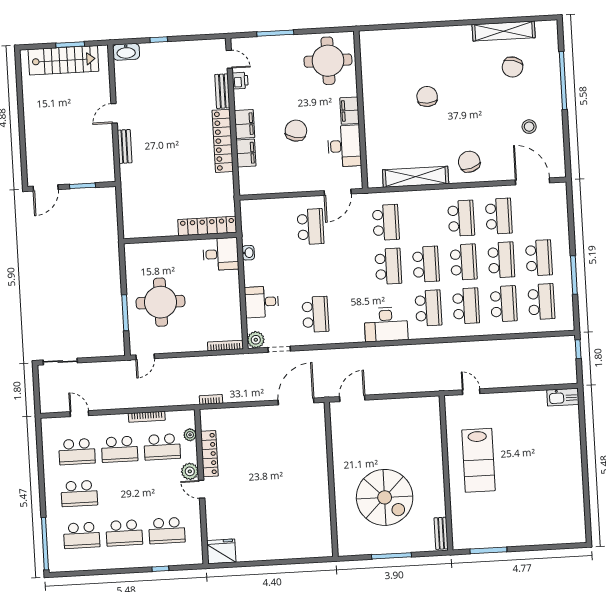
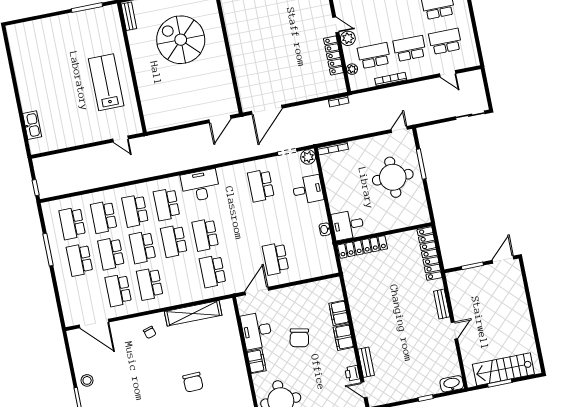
stool: (529, 127) -> (87, 380), moved
locker: (223, 141) -> (429, 254), moved, turned 180
chair: (469, 162) -> (150, 332), width x0.54, depth x0.54
kitchen sink: (563, 397) -> (32, 125), moved, turned 90

